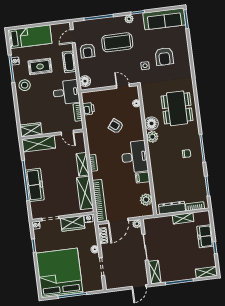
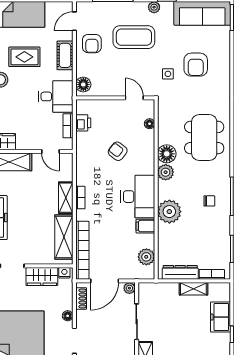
plant: (159, 165) -> (169, 212), added

